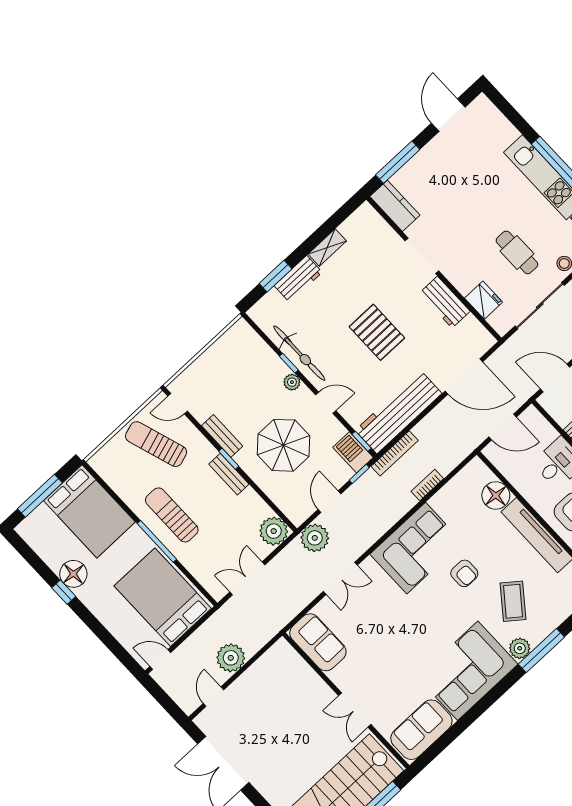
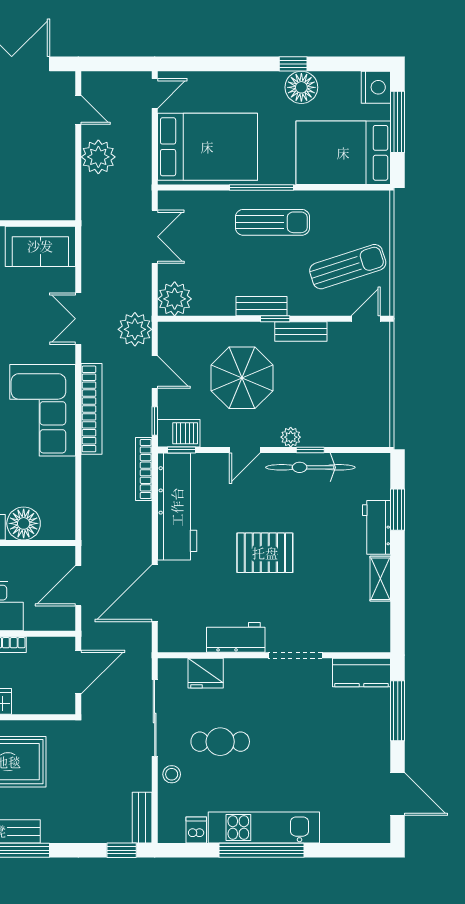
bookcase: (427, 485) -> (91, 409), moved, width x2.31, depth x1.31
nightstand: (31, 529) -> (376, 87), added

